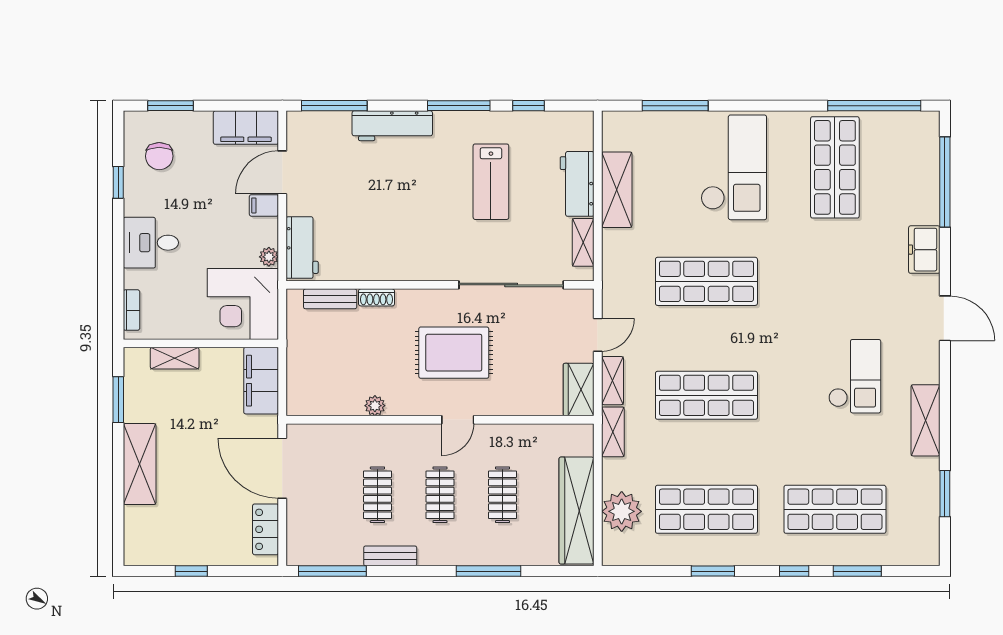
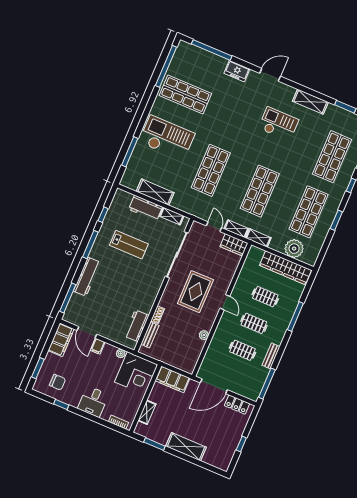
workbench: (302, 248) -> (137, 326), moved, turned -90

